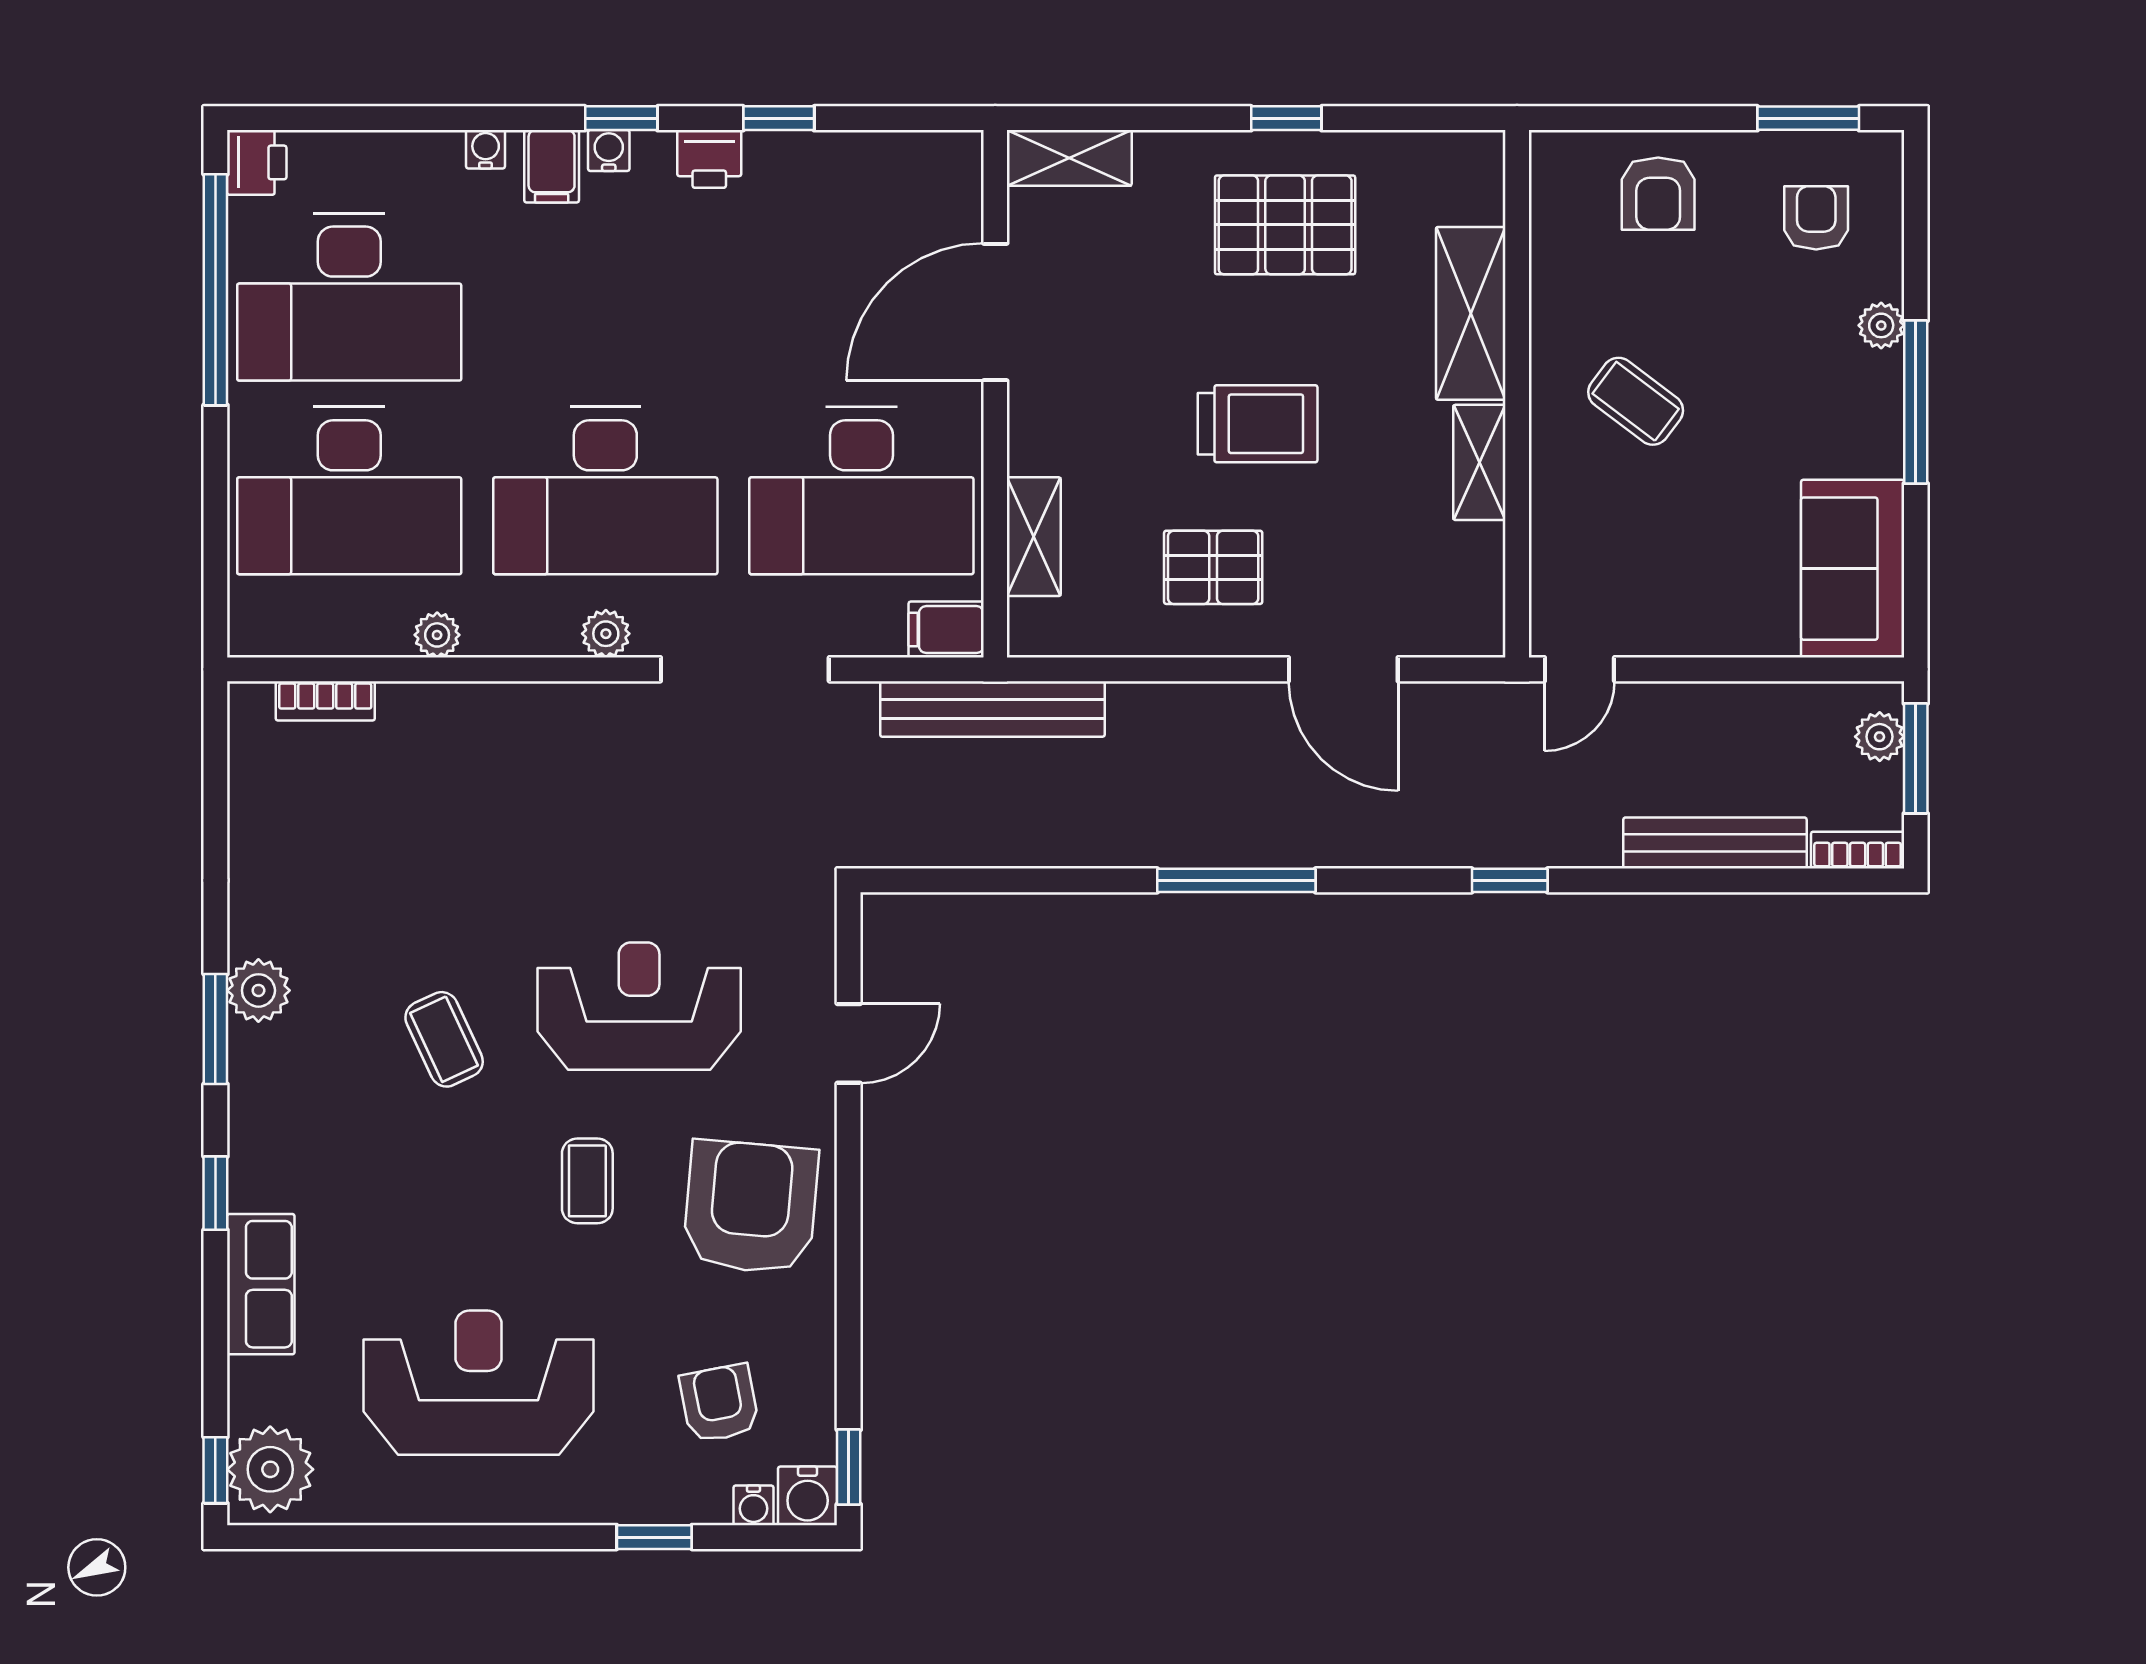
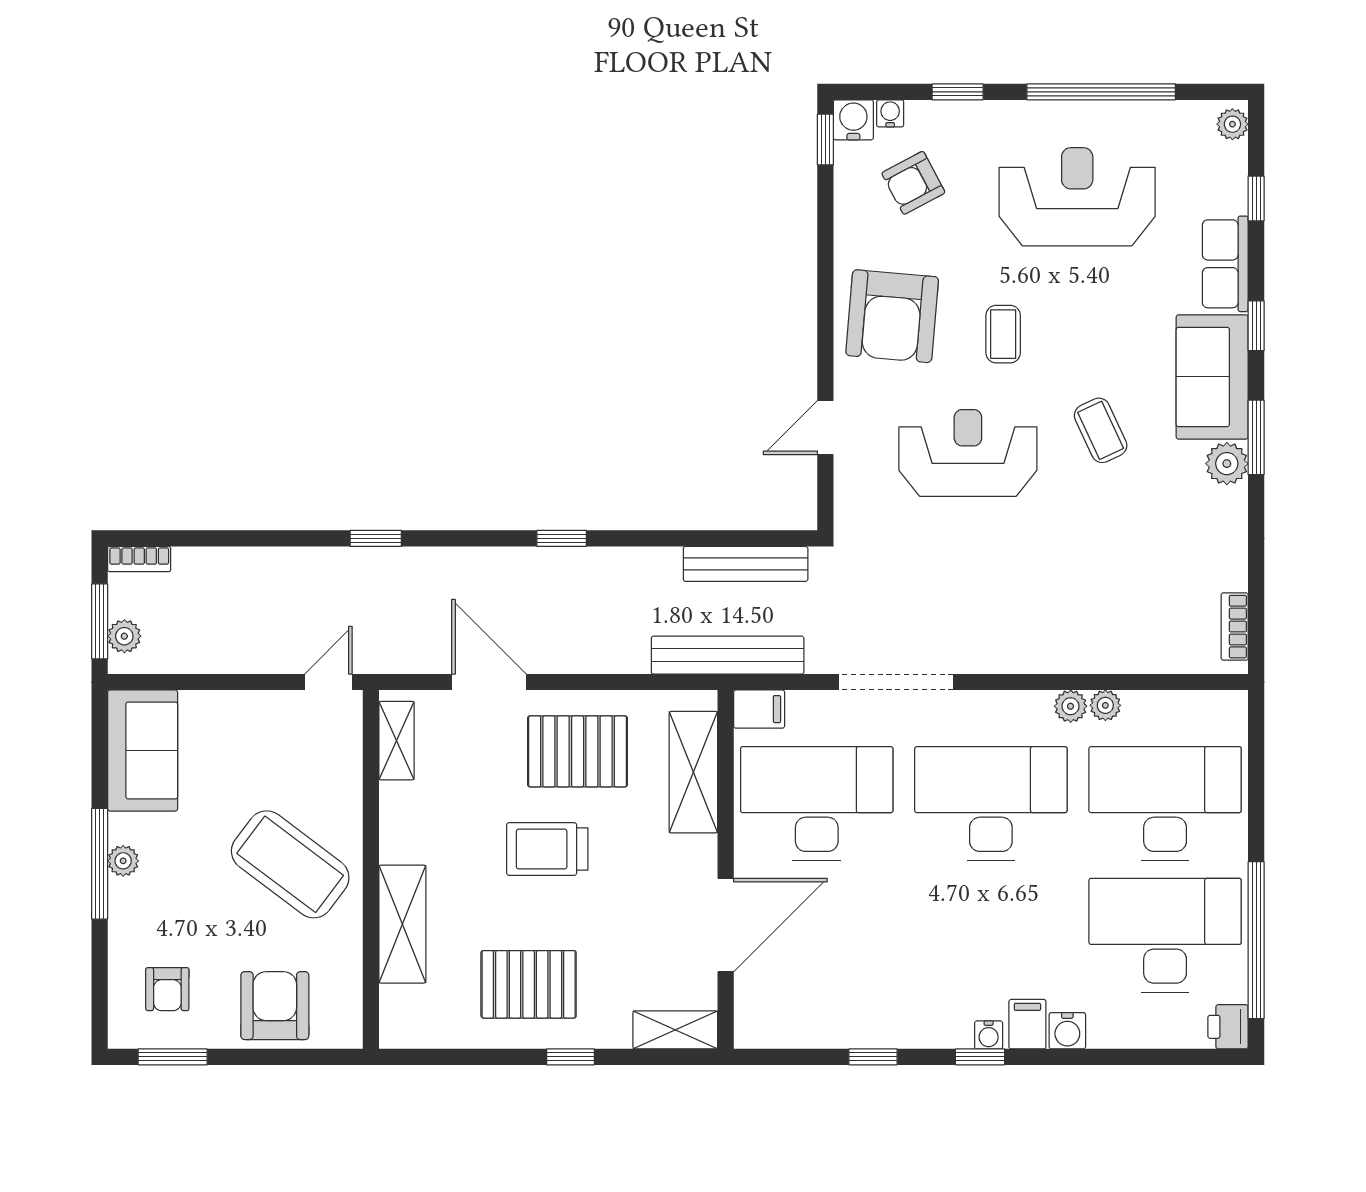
window: (1286, 118) -> (570, 1057), moved
water cooler: (486, 149) -> (1067, 1031), width x1.38, depth x1.38
printer: (709, 159) -> (920, 1029), removed
armchair: (1658, 194) -> (275, 1006), width x1.38, depth x1.38
plant: (1881, 325) -> (123, 861), moved
coffee table: (1636, 401) -> (290, 864), width x1.86, depth x1.72
shelving: (1479, 462) -> (396, 741), moved
shelving: (1034, 537) -> (693, 772), width x1.50, depth x1.33
pallet: (1213, 567) -> (578, 751), width x1.50, depth x1.42
plant: (606, 634) -> (1071, 706), moved
bookcase: (325, 701) -> (1235, 627), moved, turned -90
bench: (1715, 843) -> (746, 564), moved
window: (1236, 880) -> (562, 538), width x0.46
reception desk: (639, 1006) -> (968, 453), turned 180
sofa: (280, 1118) -> (1212, 377), added
reception desk: (479, 1383) -> (1077, 197), turned 180
armchair: (719, 1403) -> (913, 183), turned 73
plant: (270, 1469) -> (1232, 124), width x0.53, depth x0.53
window: (215, 1470) -> (1256, 199), moved
window: (443, 1537) -> (1101, 92), added

